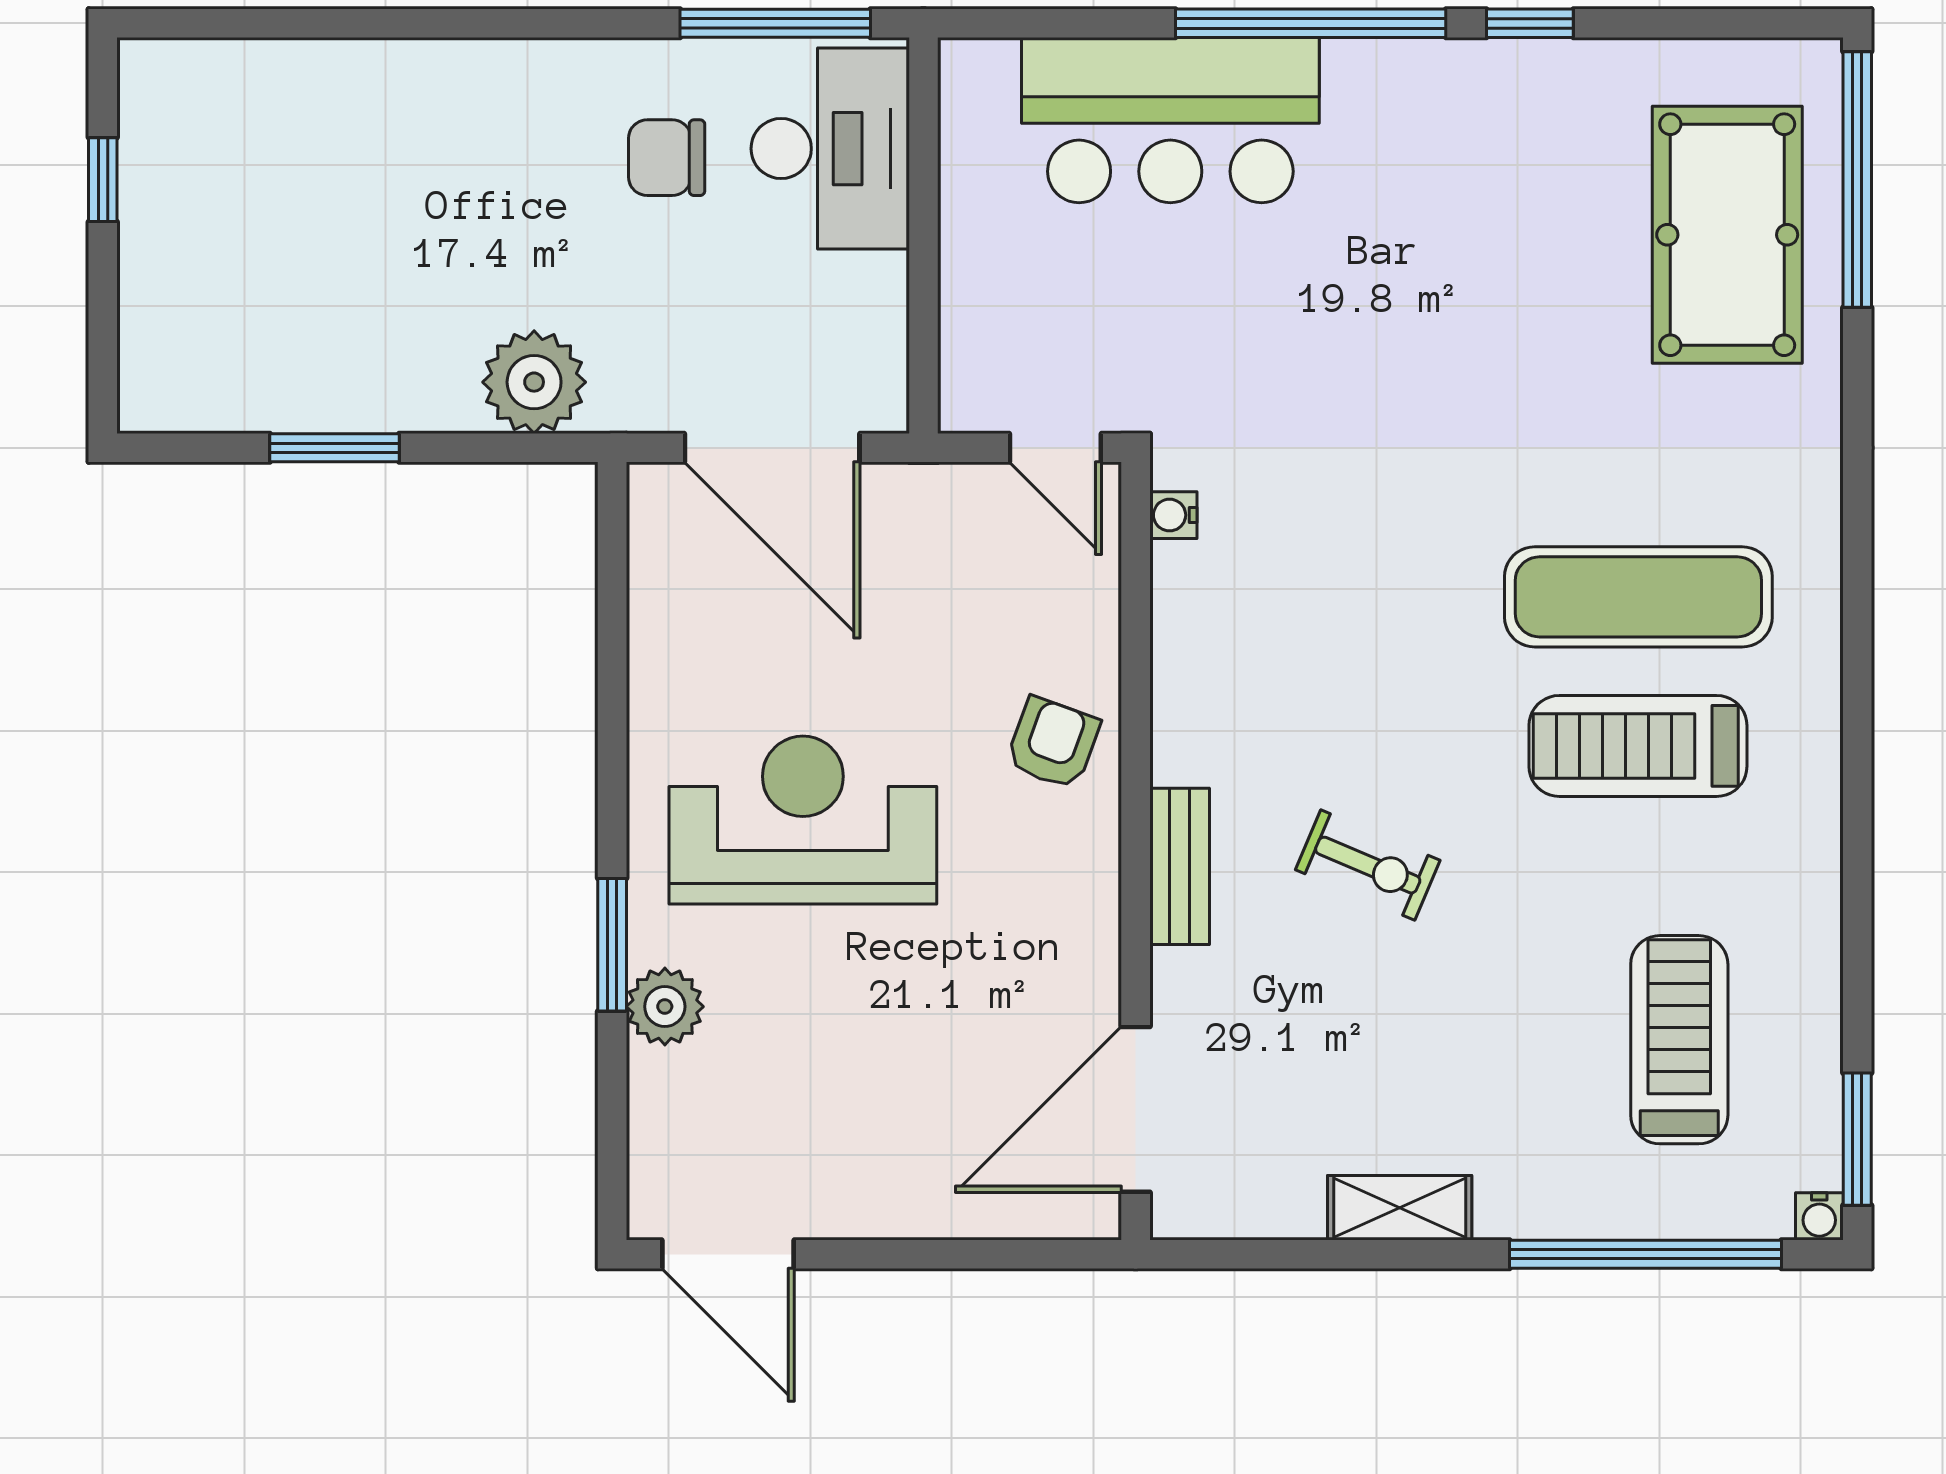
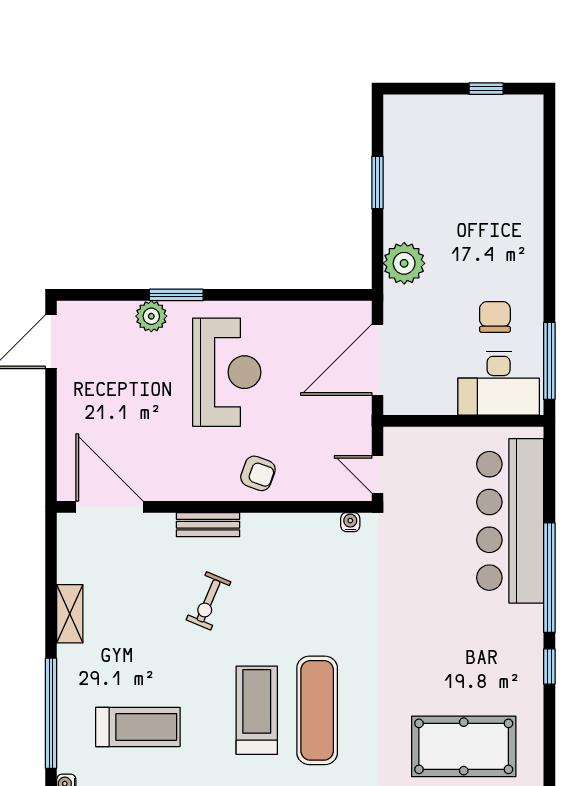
bar counter: (1170, 120) -> (510, 521), width x1.36
door: (1055, 448) -> (377, 474), hinge flipped

